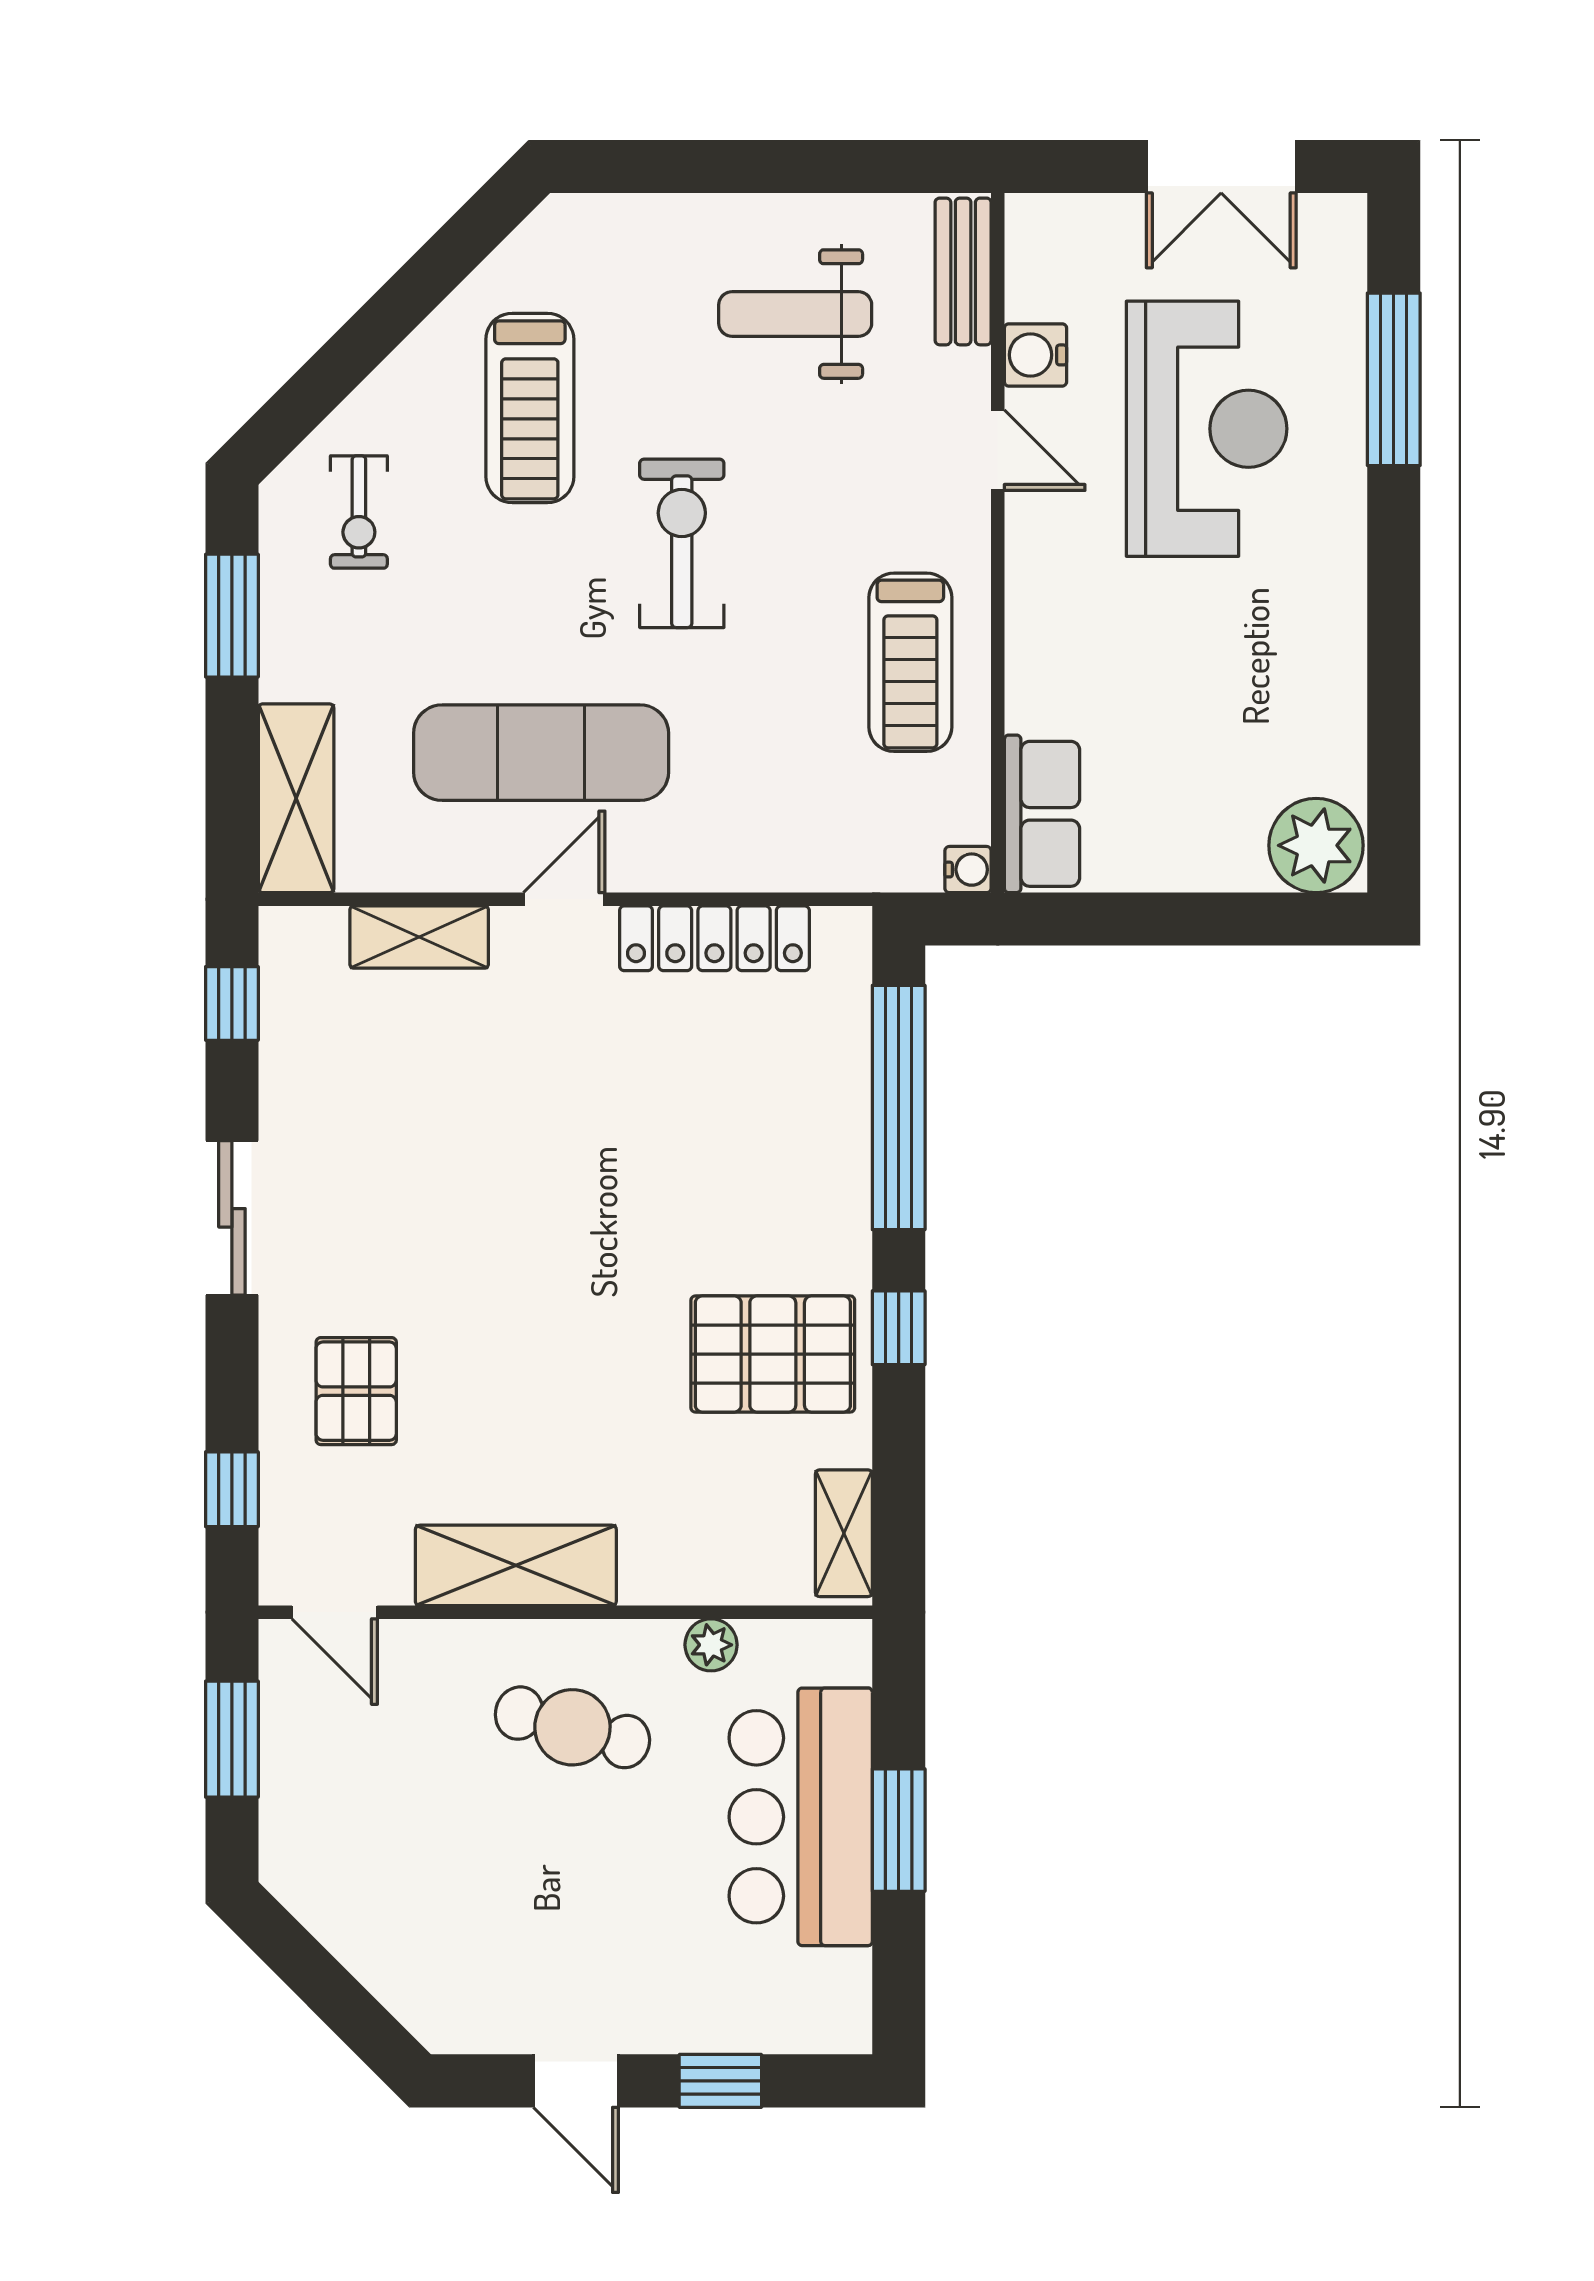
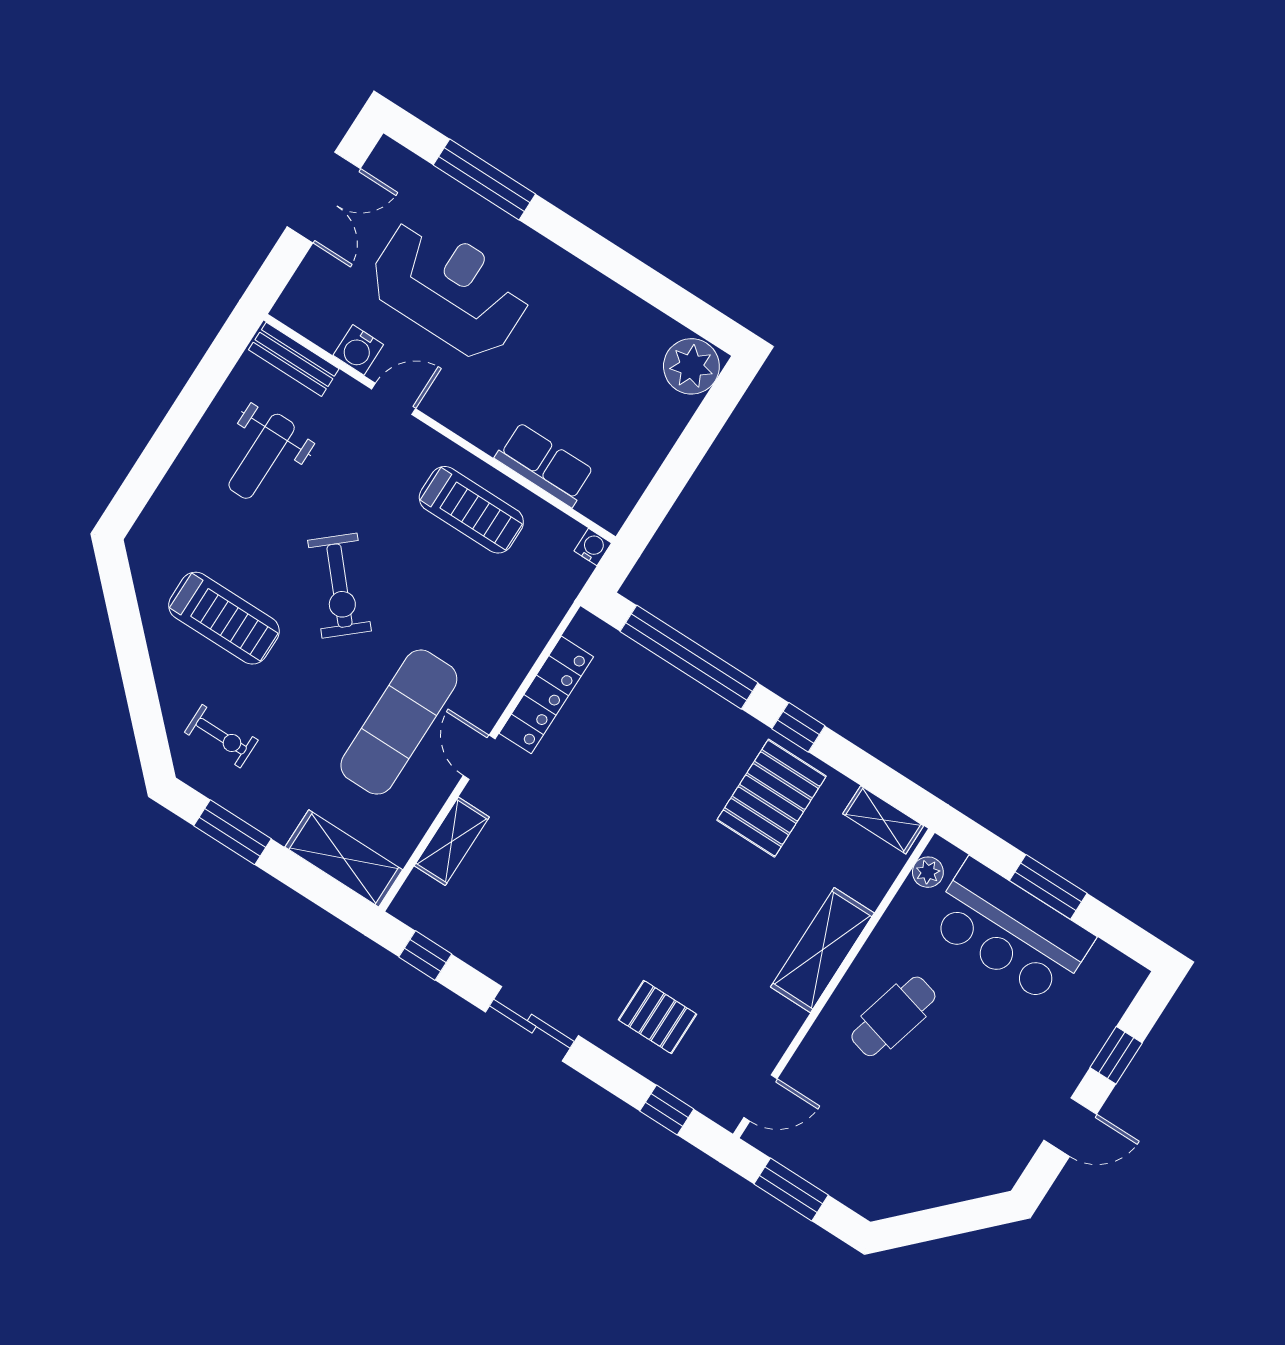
exercise bike: (682, 543) -> (340, 586), turned -131
row of seats: (1042, 814) -> (545, 464), moved
shelving: (516, 1565) -> (822, 950), moved
plant: (711, 1645) -> (928, 872), moved

